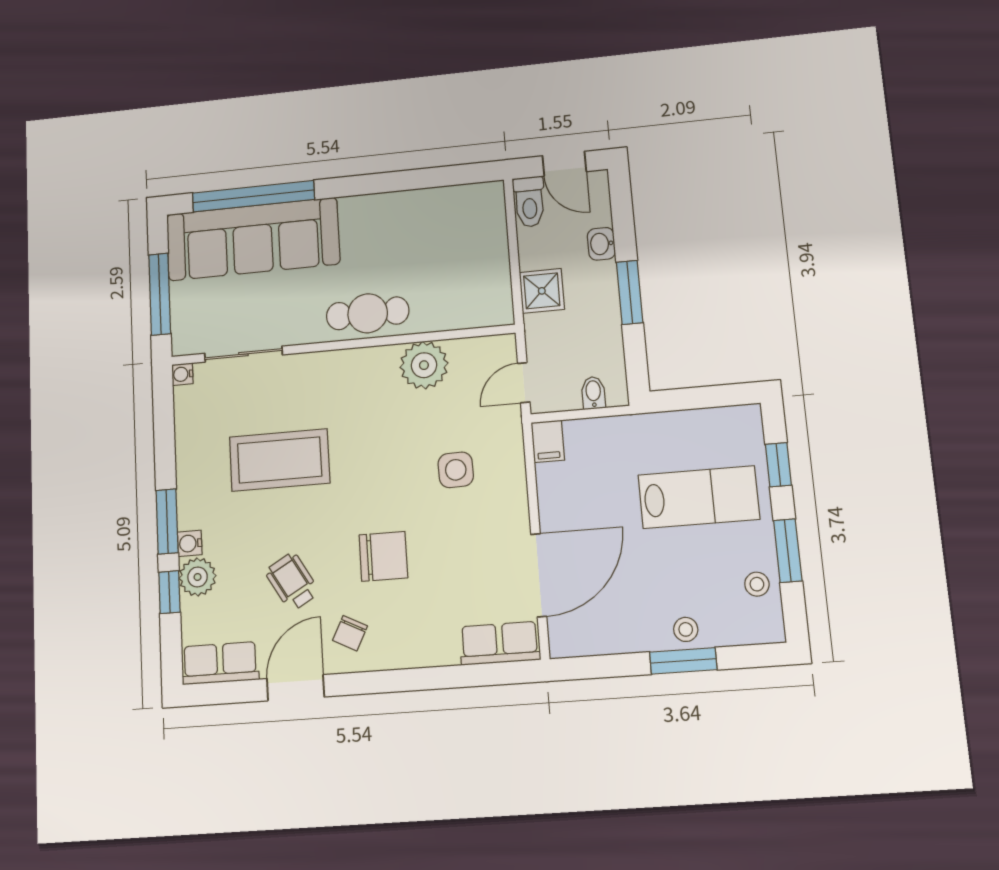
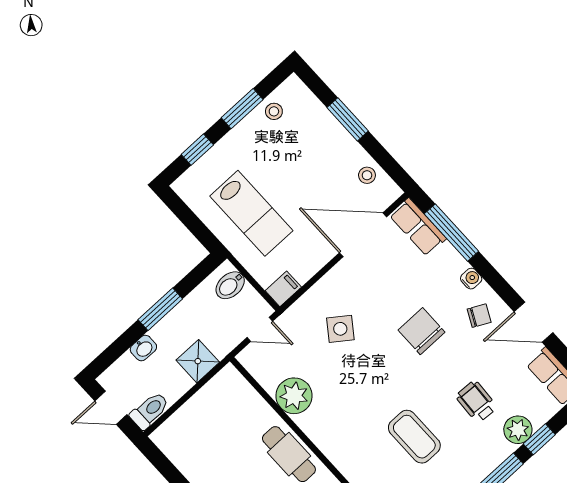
door: (564, 164) -> (111, 408), swing flipped
bidet: (593, 393) -> (230, 285), width x1.38, depth x1.36
coffee table: (280, 460) -> (414, 437), width x0.73, depth x0.76
side table: (456, 470) -> (340, 329), turned 37
lab bench: (699, 497) -> (251, 213), moved, turned 180
water cooler: (190, 543) -> (471, 279), moved, turned -90
wheelchair: (292, 582) -> (476, 402), moved, turned 123
stool: (686, 629) -> (367, 175), moved
window: (464, 676) -> (451, 233), added

